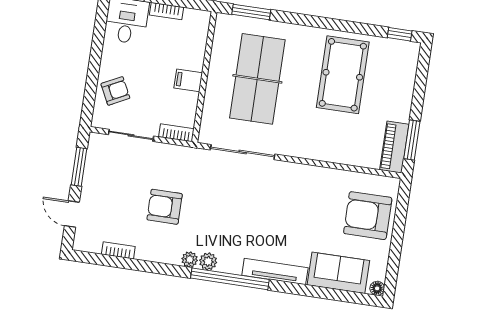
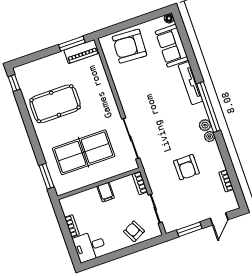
armchair: (368, 216) -> (129, 46), turned 93

